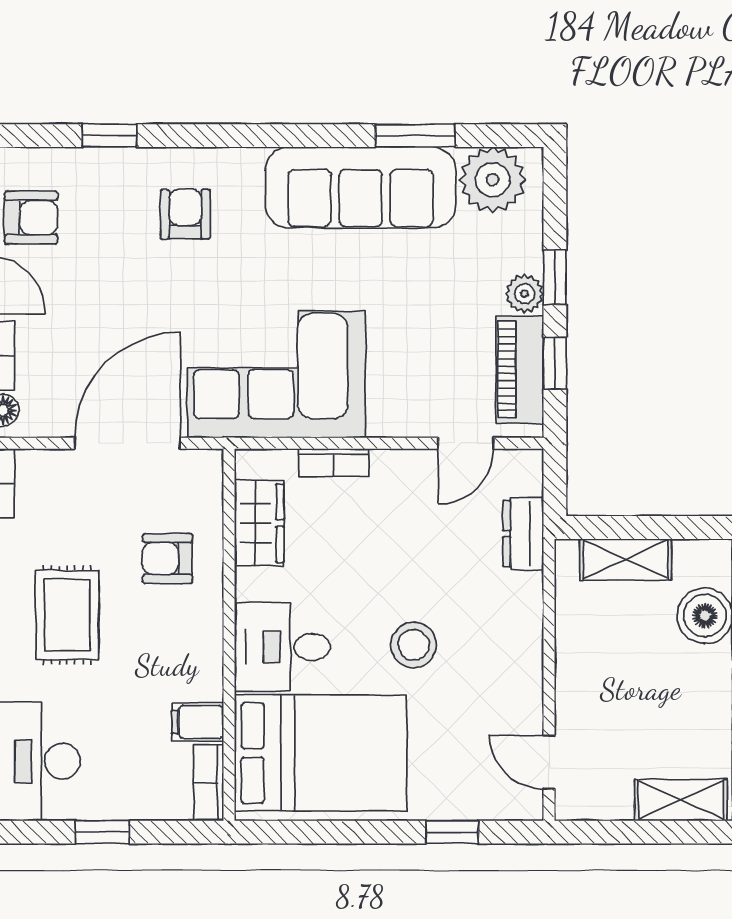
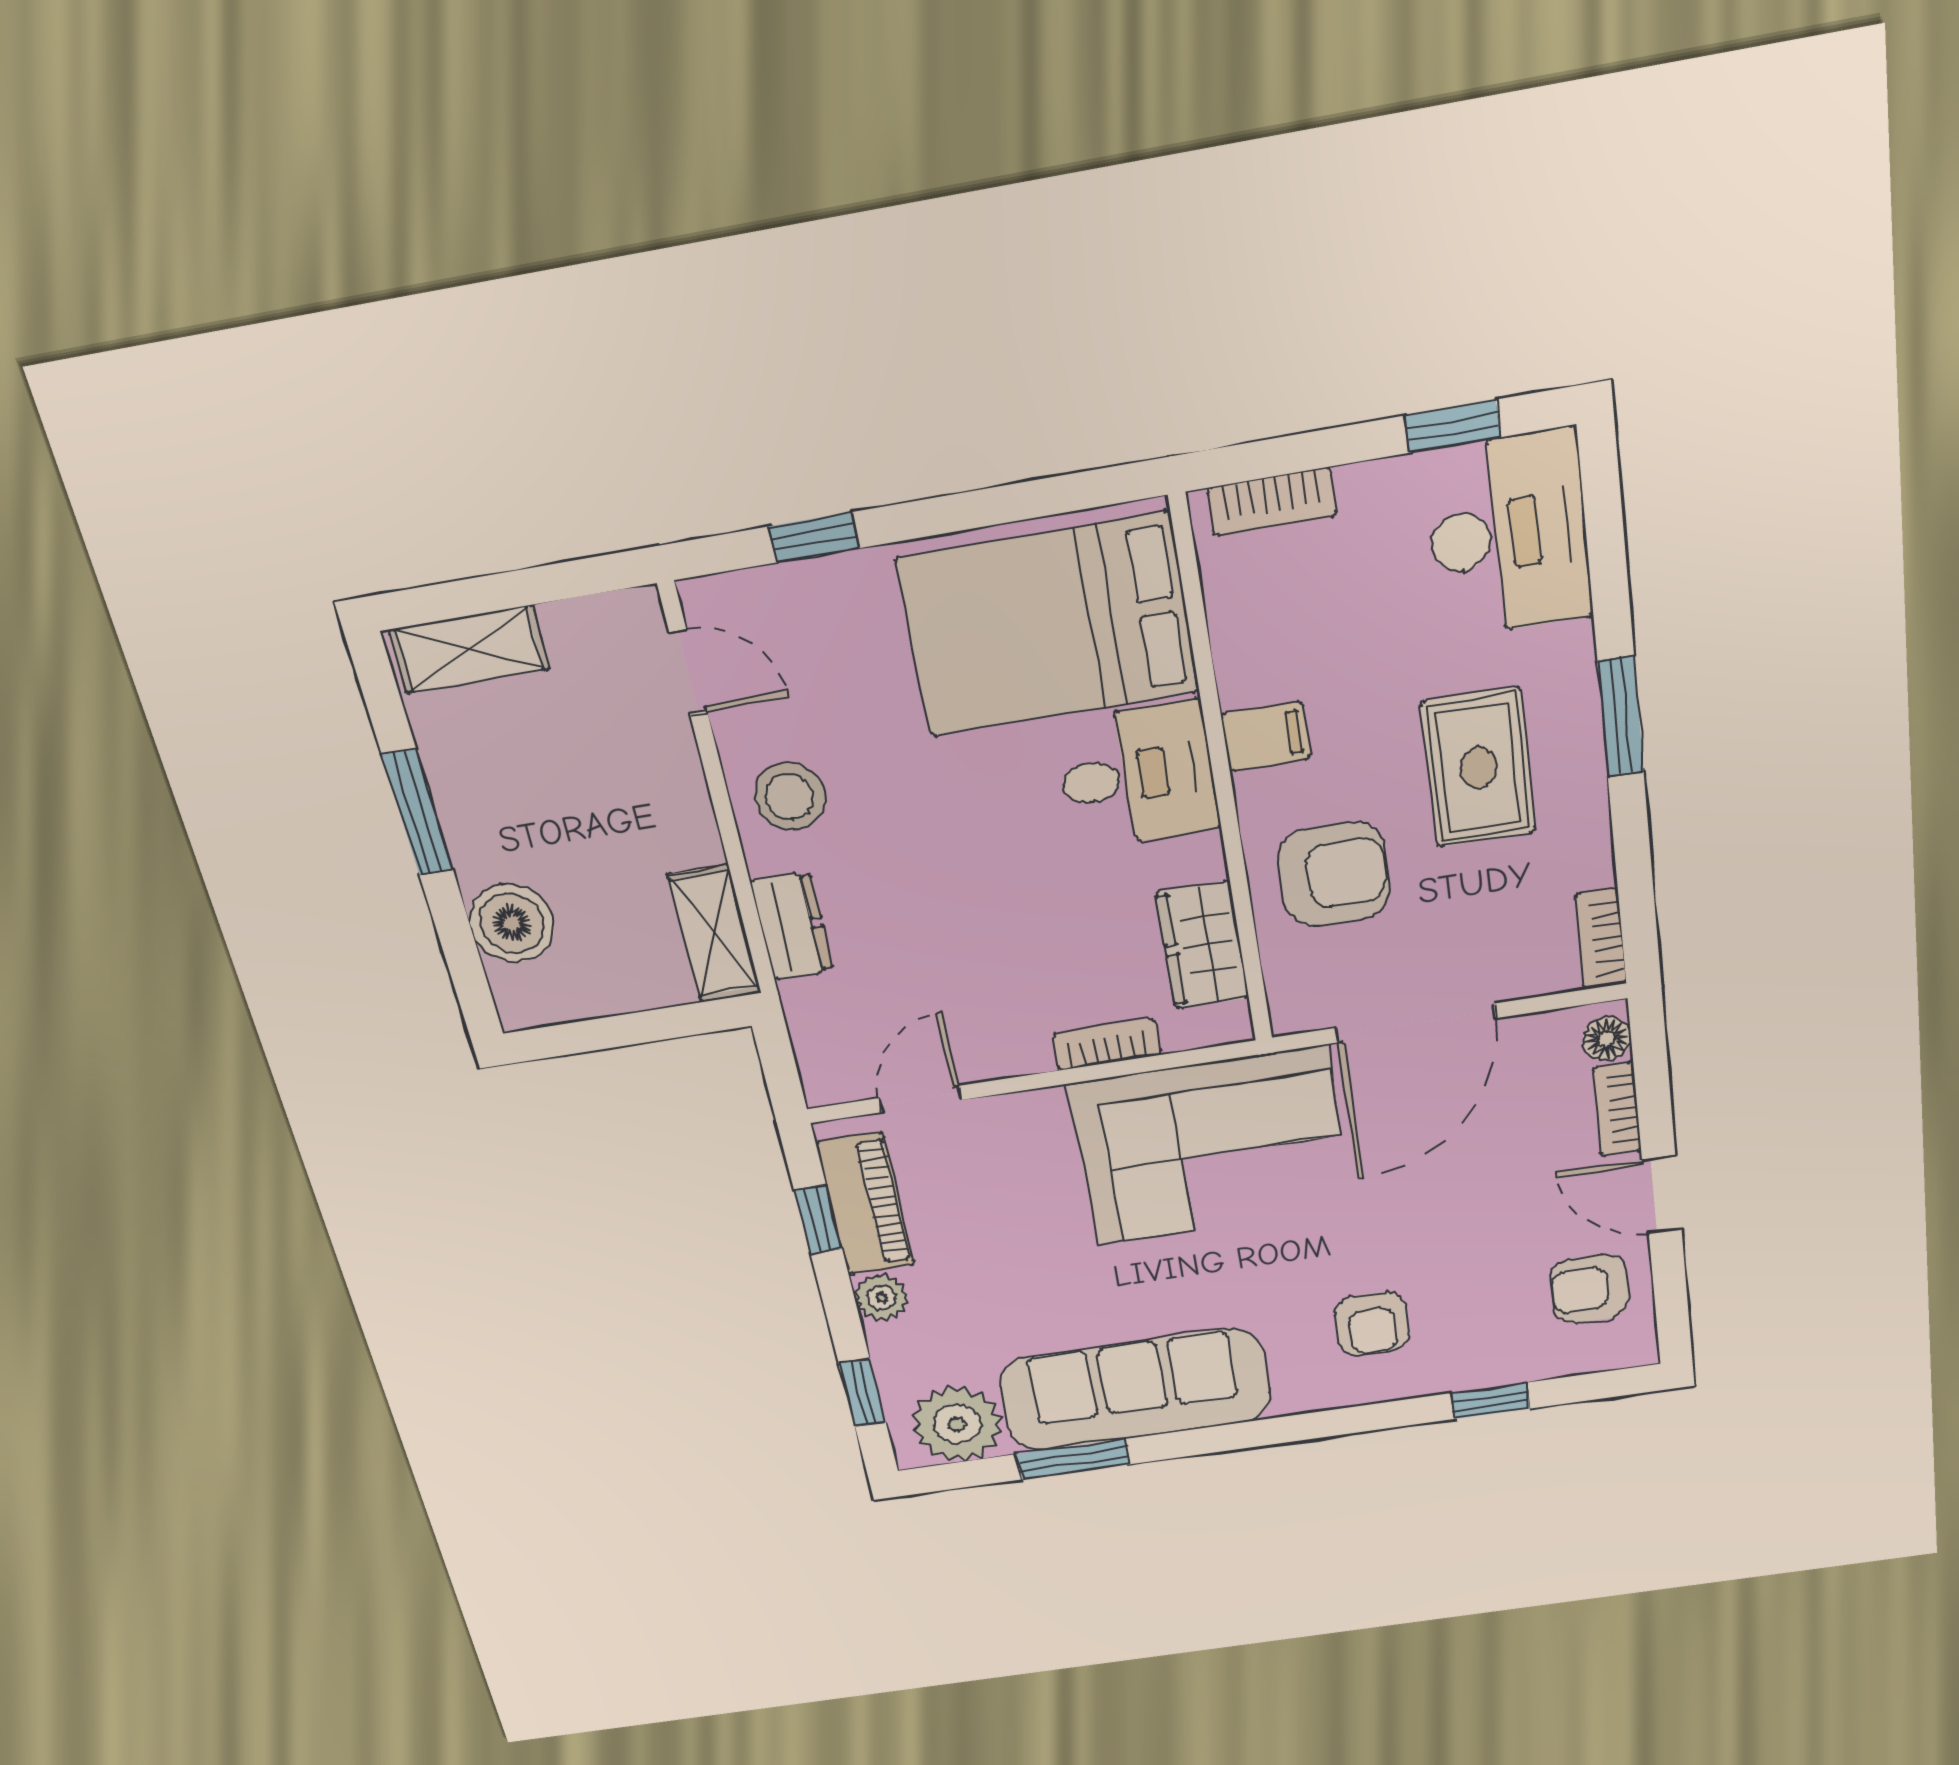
window: (555, 277) -> (862, 1393), moved
dresser: (523, 534) -> (792, 926), moved
armchair: (167, 558) -> (1334, 874), width x1.38, depth x1.38
shelving: (626, 559) -> (714, 934), moved, turned 90
stool: (414, 645) -> (790, 796), moved
filing cabinet: (198, 722) -> (1266, 737), moved
bookcase: (209, 783) -> (1272, 502), moved, turned 90
window: (102, 832) -> (1453, 426), moved

